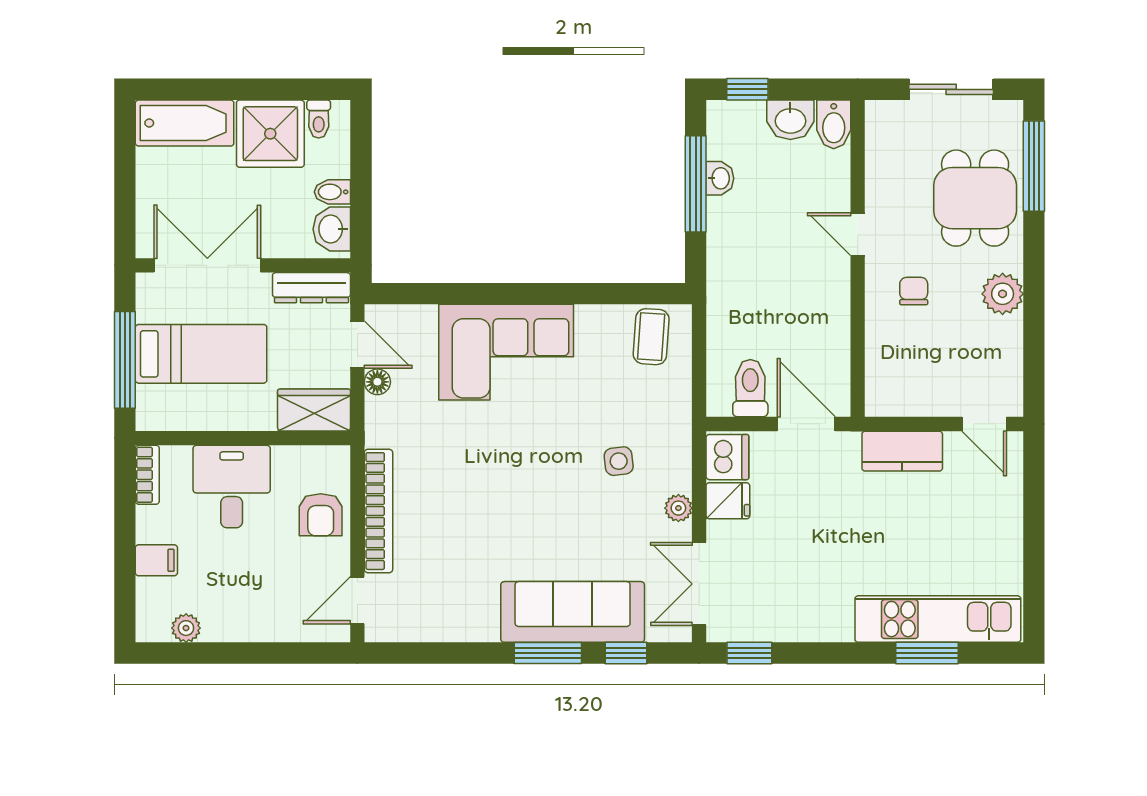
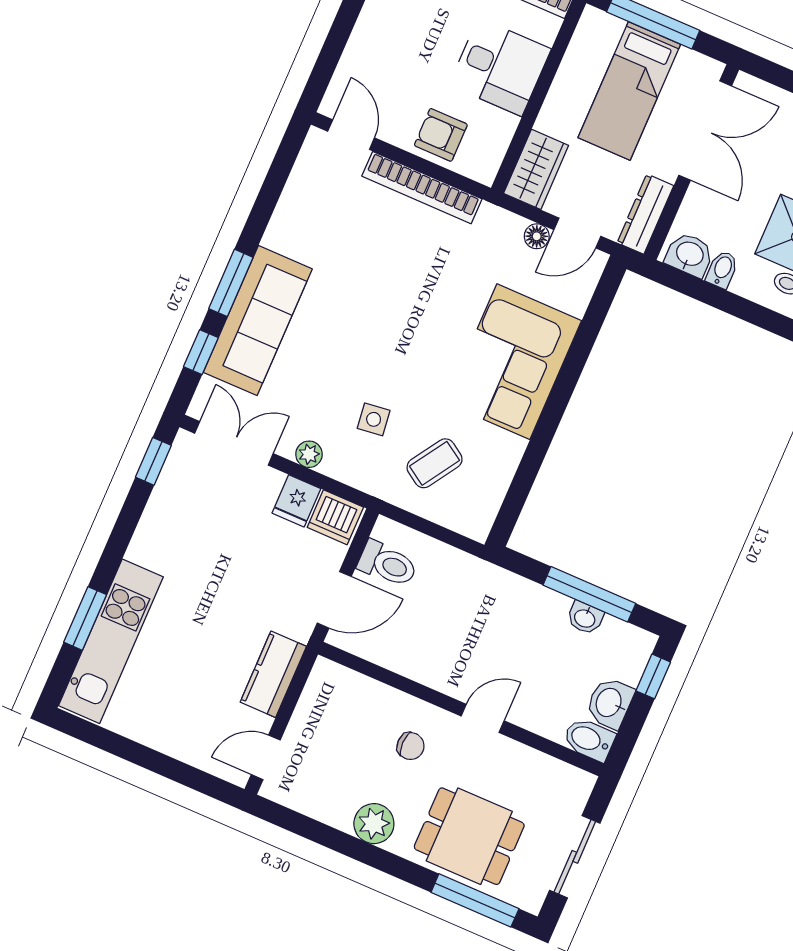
coffee table: (651, 337) -> (435, 463), moved, turned -61

